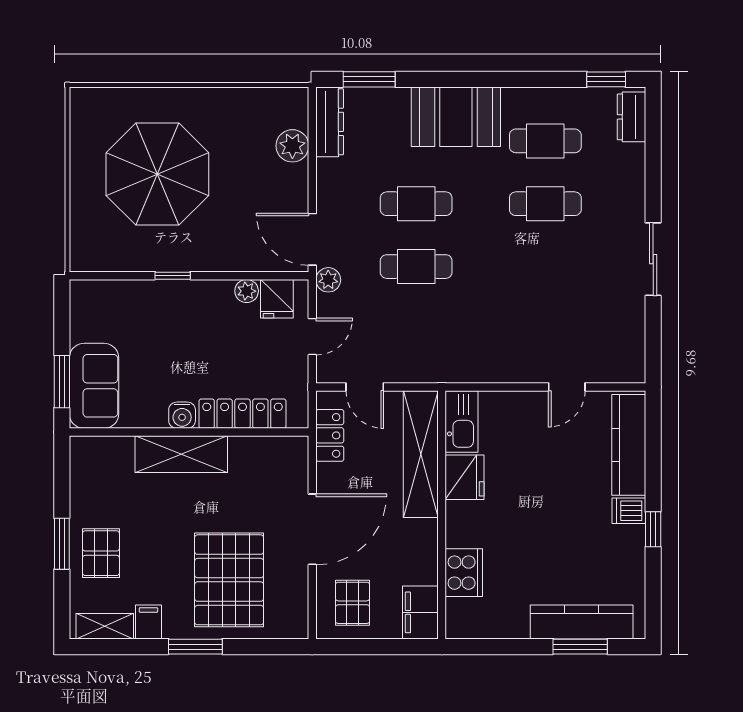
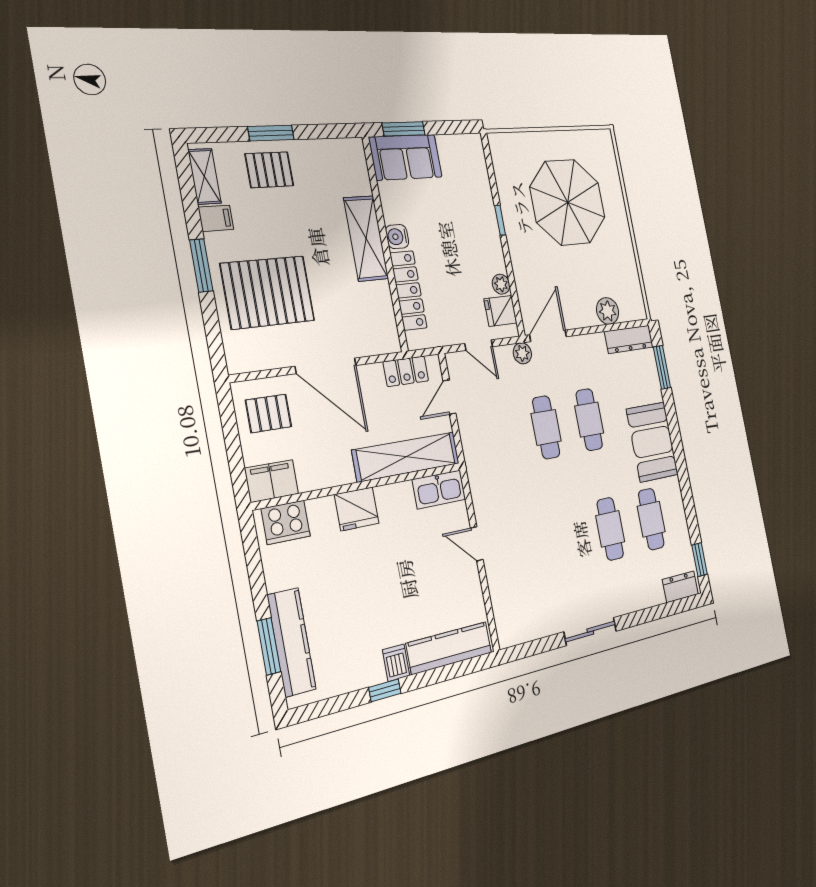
door: (567, 387) -> (477, 544), moved
fridge: (465, 477) -> (357, 509), moved
cooker: (464, 573) -> (286, 522), moved

